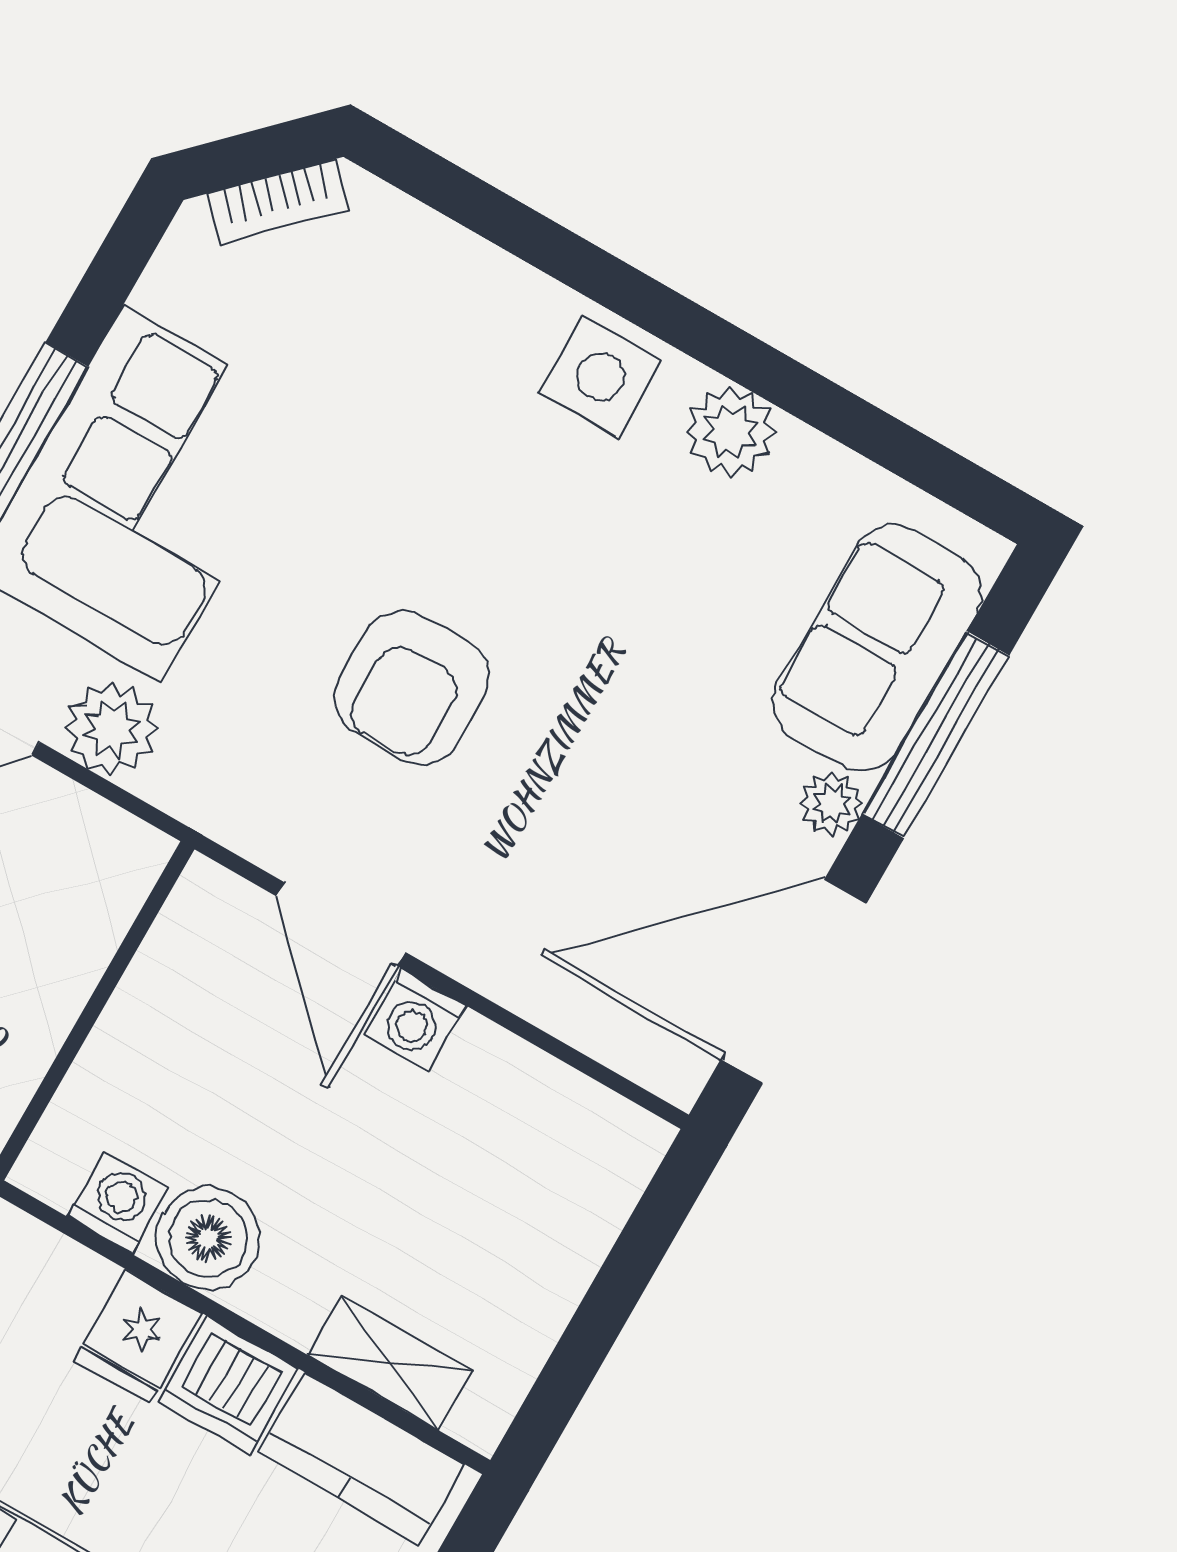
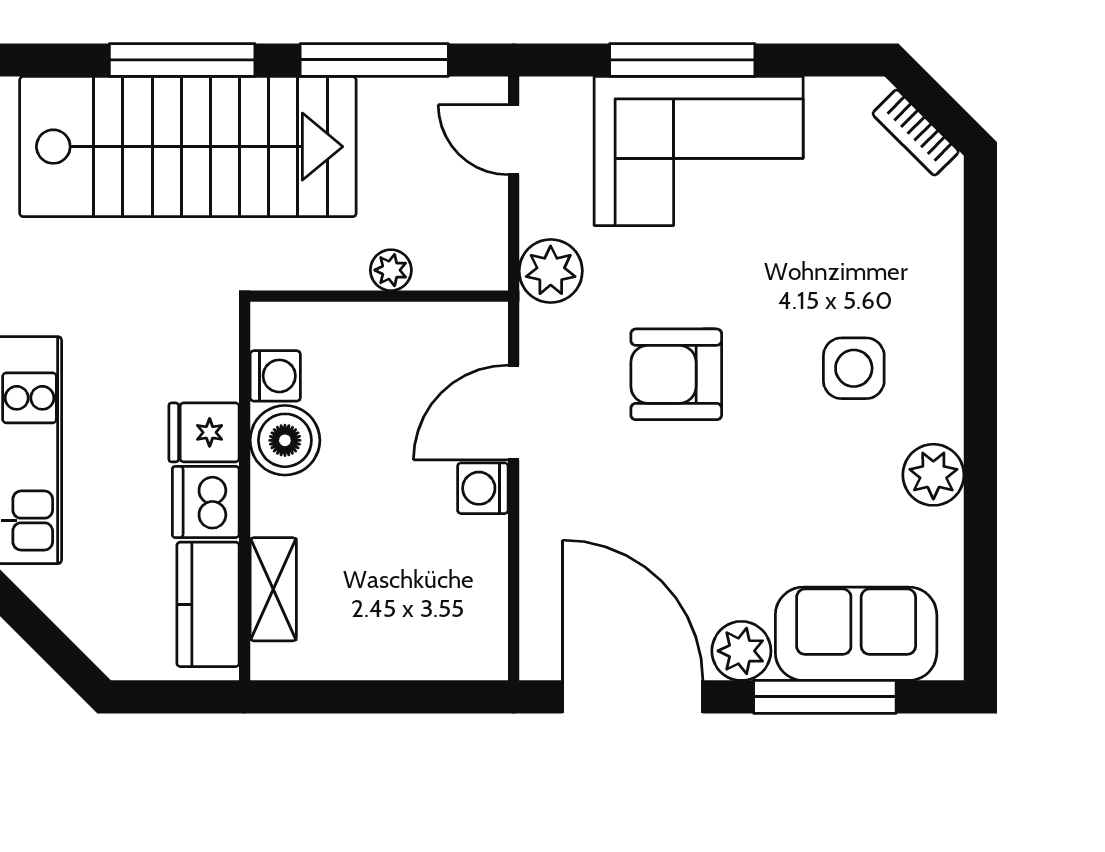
side table: (600, 376) -> (854, 368), moved
plant: (111, 729) -> (551, 271), moved
plant: (831, 803) -> (741, 651), width x1.38, depth x1.38
plant: (68, 977) -> (391, 270), added

